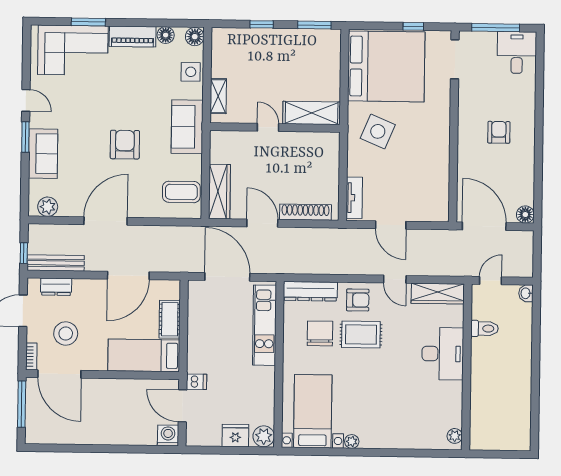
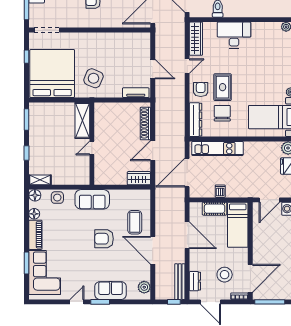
shelving: (218, 96) -> (40, 180), moved
coffee table: (181, 192) -> (135, 222), moved
wardrobe: (220, 192) -> (139, 178), width x0.67
door: (391, 225) -> (153, 69), hinge flipped
chair: (320, 333) -> (222, 113), turned 90
dishwasher: (196, 382) -> (220, 191), moved

